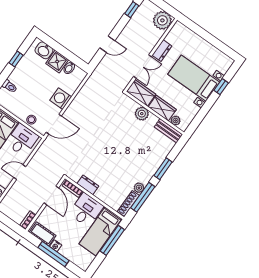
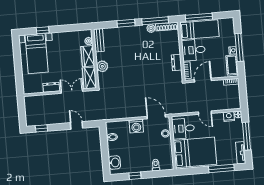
plant: (162, 20) -> (32, 103), removed
shower: (57, 62) -> (115, 148), removed
bed with nightstands: (194, 78) -> (37, 54), moved

